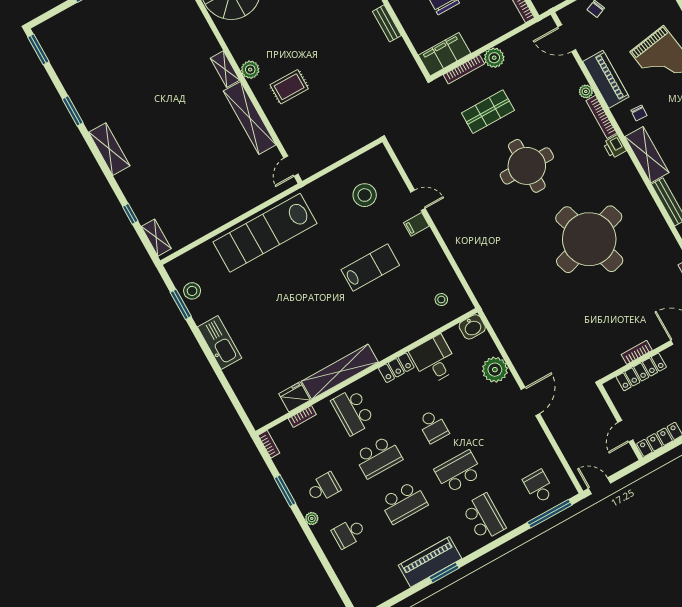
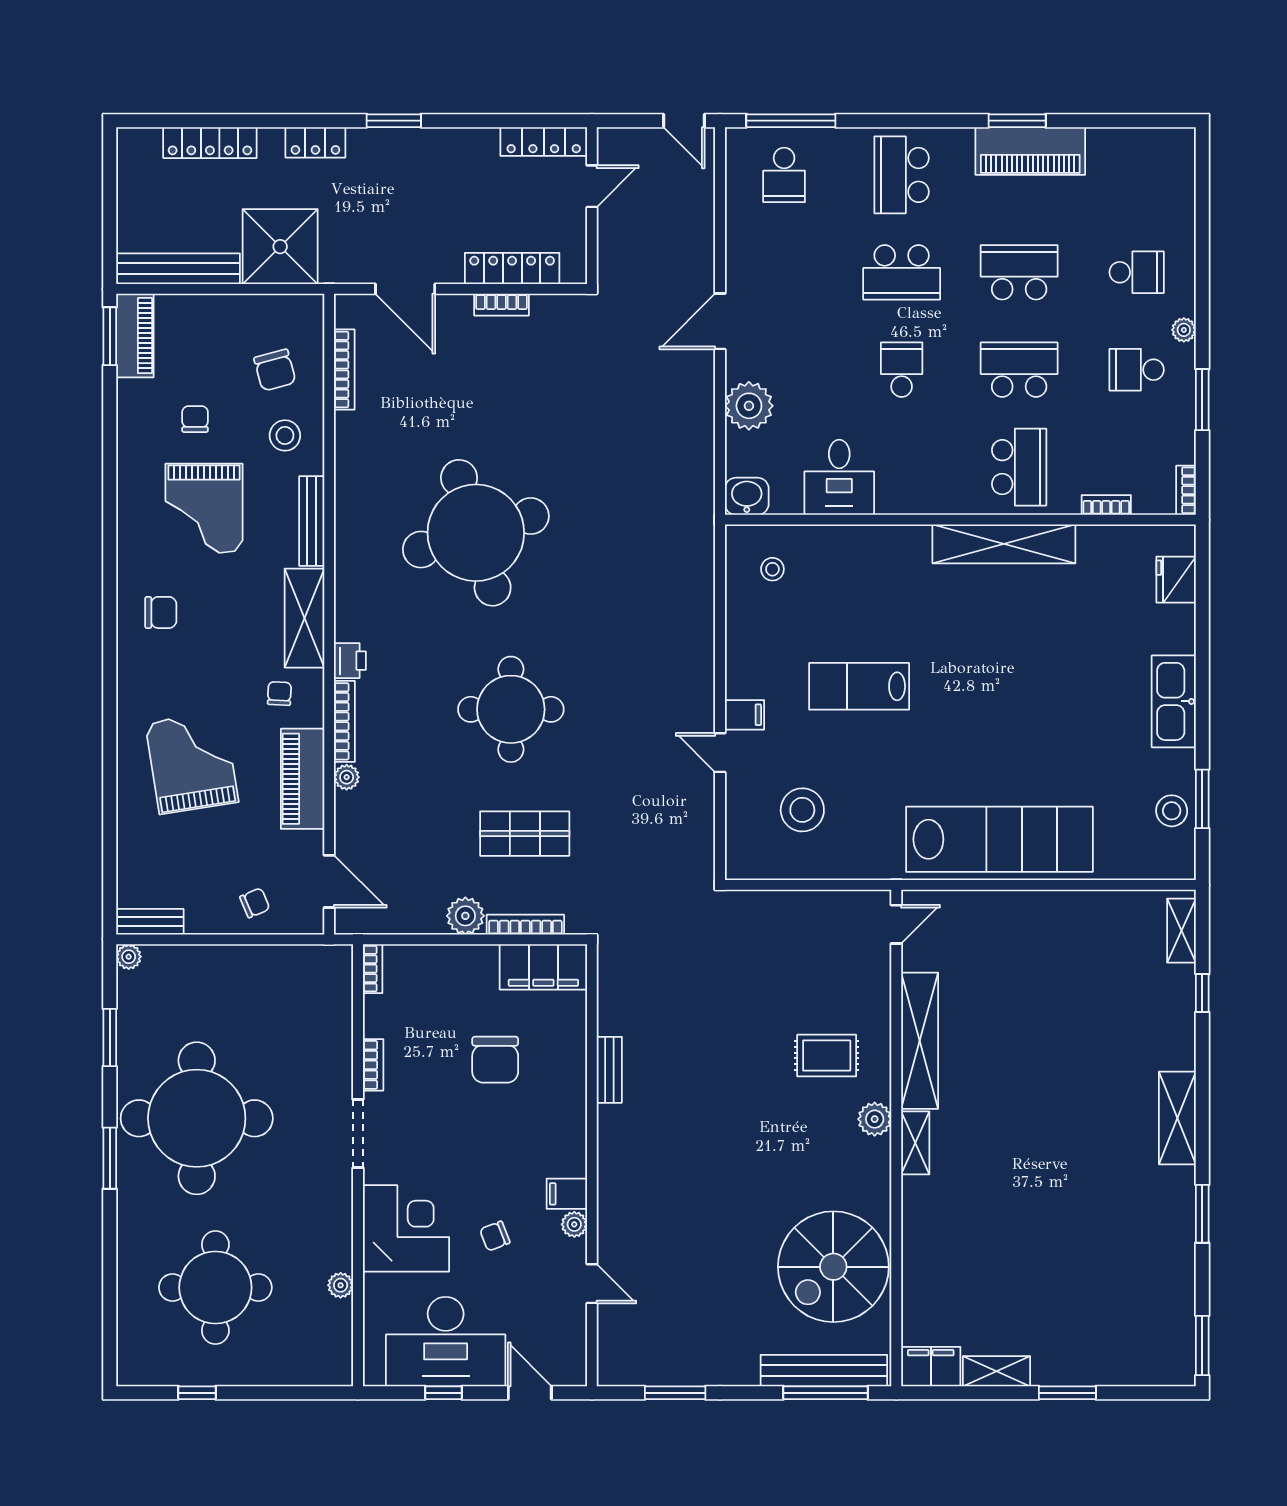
locker: (396, 368) -> (908, 499), removed
fridge: (295, 397) -> (1176, 580), moved, turned 90

